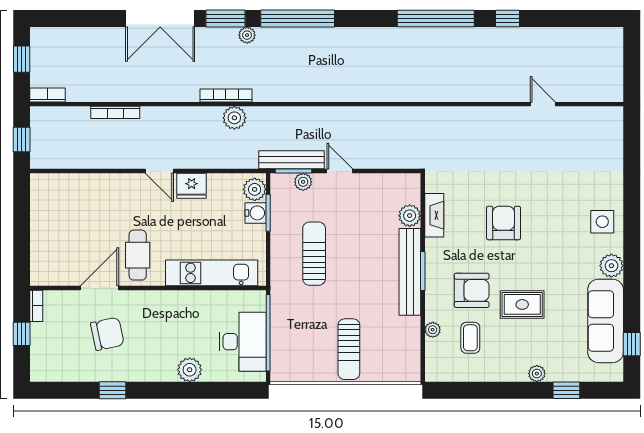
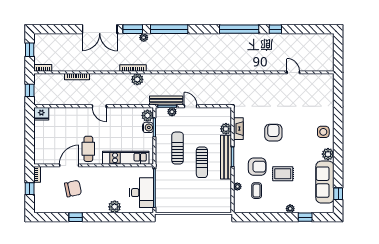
fridge: (192, 186) -> (41, 114), moved
sun lounger: (349, 349) -> (202, 162), moved

